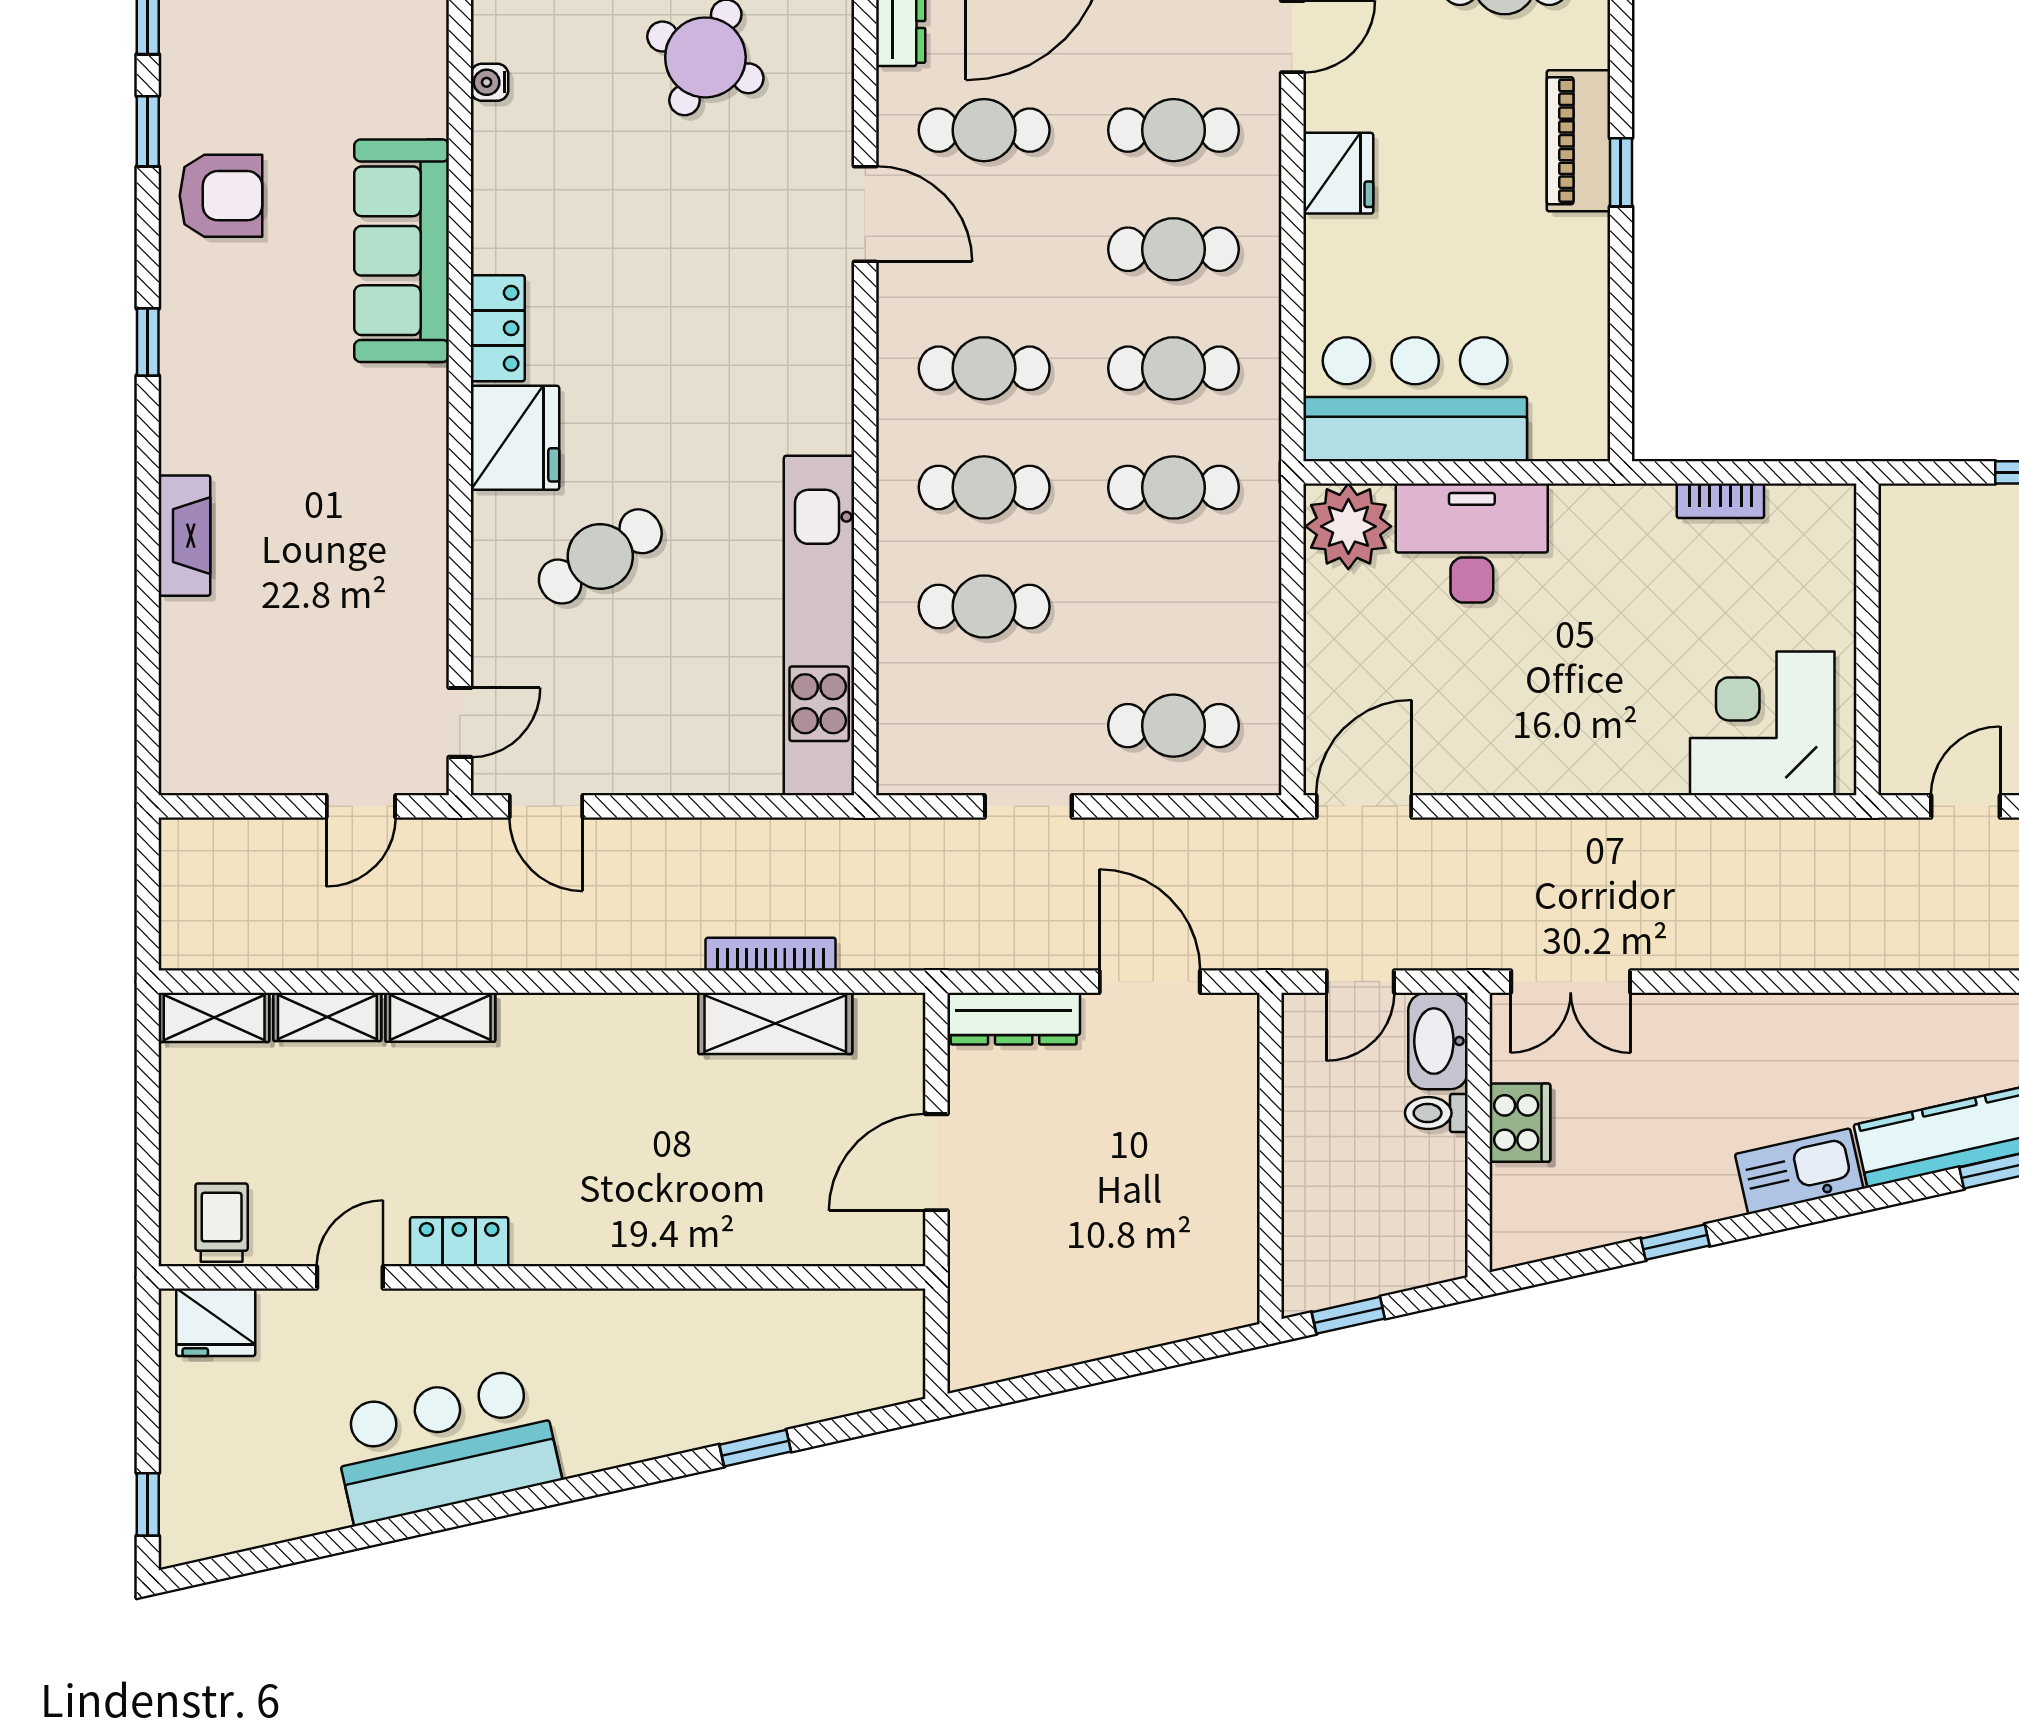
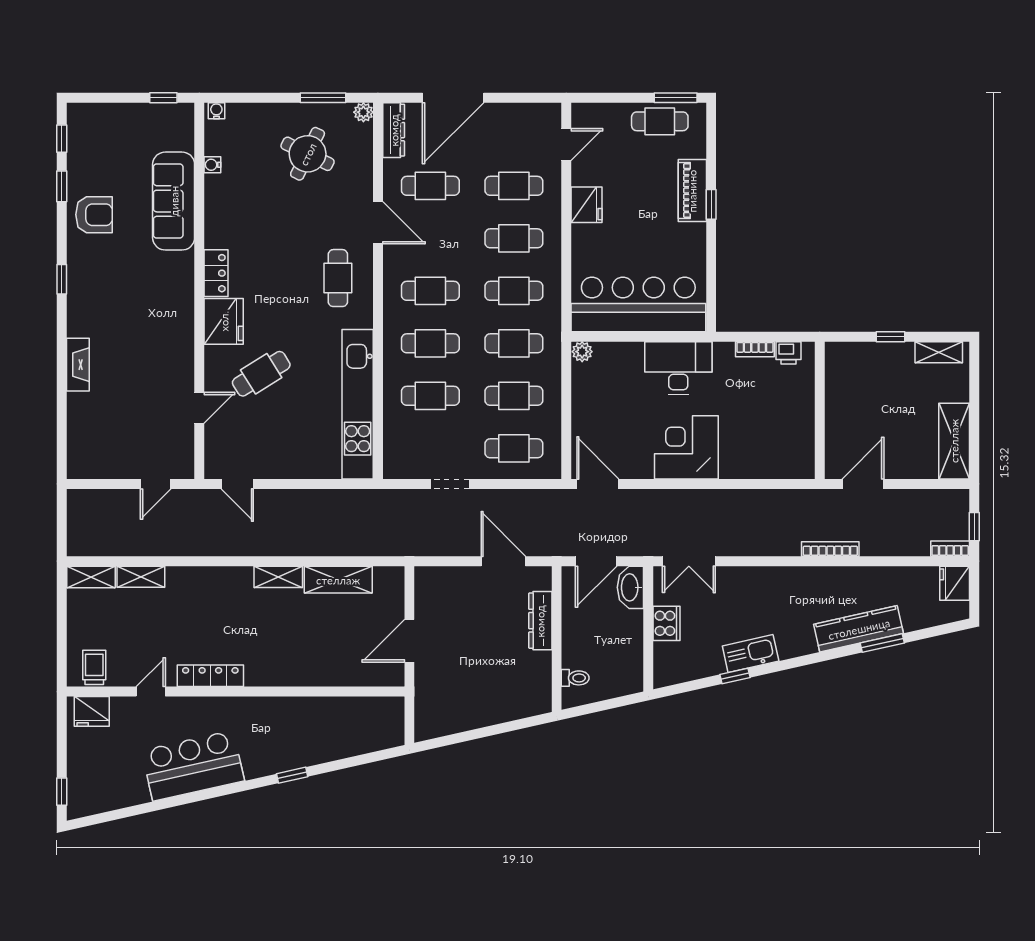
sofa: (402, 251) -> (174, 201), moved
cafe table: (774, 339) -> (338, 278), added
bar counter: (1415, 399) -> (638, 304), width x1.36
printer: (1797, 509) -> (788, 353), added
plant: (1348, 526) -> (582, 352), width x0.53, depth x0.53
desk: (1472, 543) -> (678, 368), moved
cafe table: (1173, 607) -> (514, 396), added
door: (460, 722) -> (199, 408), moved
corner desk: (1762, 723) -> (686, 447), moved
door: (1364, 806) -> (598, 484), hinge flipped
door: (1965, 806) -> (863, 484), width x1.38
bookcase: (771, 954) -> (830, 549), moved
door: (1360, 982) -> (596, 561), width x1.38
shelving: (440, 1017) -> (278, 577), moved
dresser: (1014, 1019) -> (540, 621), moved, turned 90
toilet: (1436, 1113) -> (575, 678), moved, turned 180
kitchen sink: (1799, 1171) -> (751, 654), moved
locker: (459, 1242) -> (210, 676), width x1.53
window: (1348, 1315) -> (591, 708), removed
window: (755, 1448) -> (292, 775), moved

